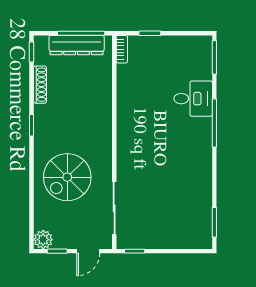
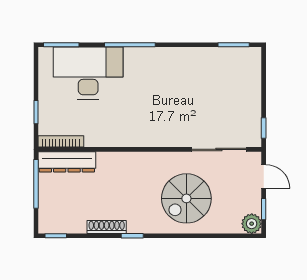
dresser: (77, 45) -> (67, 162), moved, turned 90
bookcase: (122, 49) -> (61, 141), width x1.56
shoe rack: (40, 85) -> (107, 227), moved
desk: (193, 99) -> (88, 73), width x1.87, depth x1.30
spiral stairs: (67, 177) -> (186, 198), turned 90

